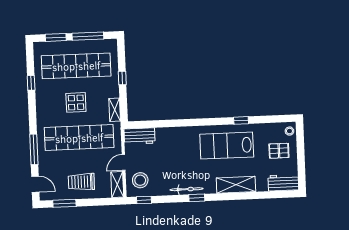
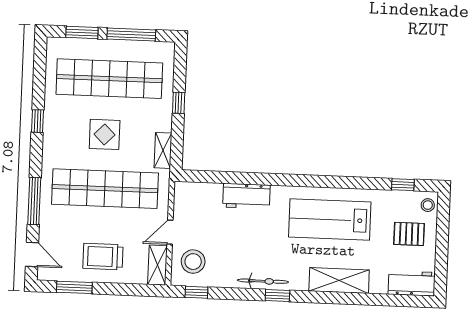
window: (31, 83) -> (37, 121), moved
window: (241, 120) -> (403, 185), moved
workbench: (140, 136) -> (246, 196), moved

